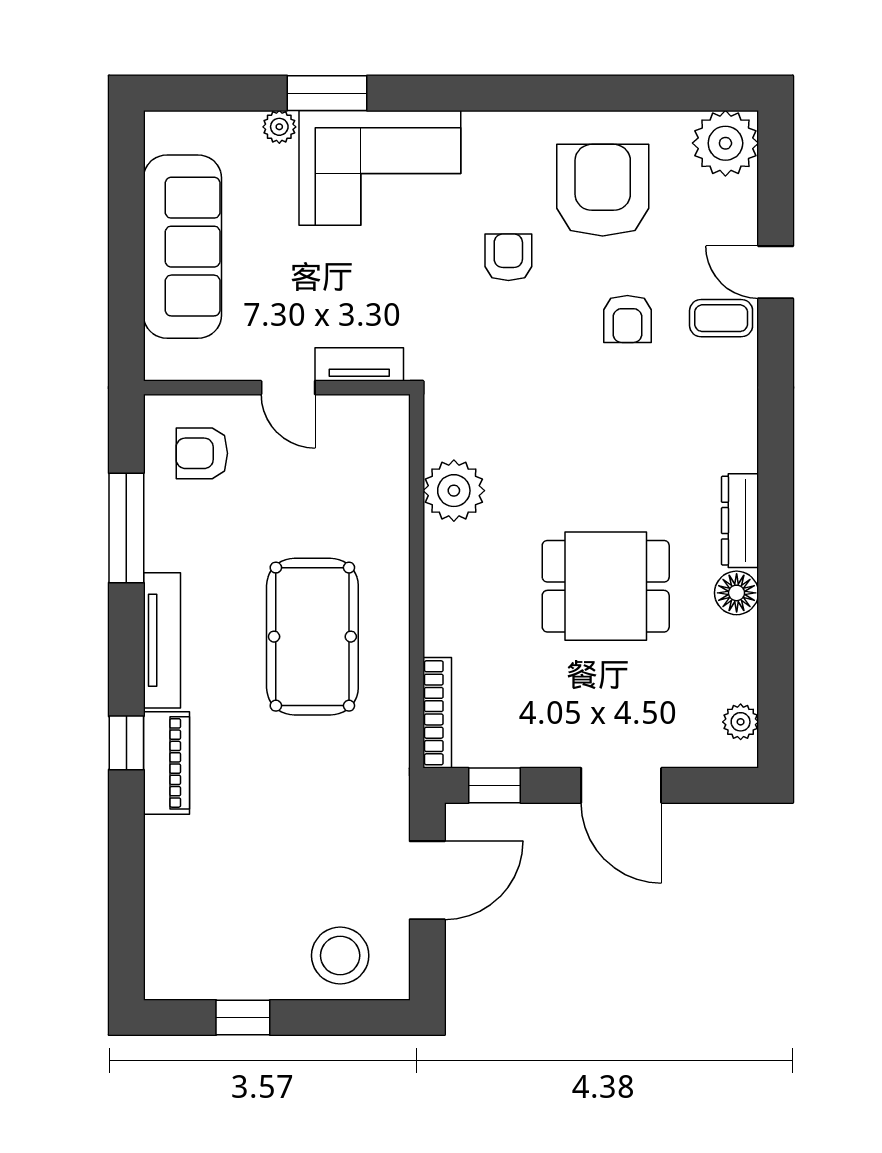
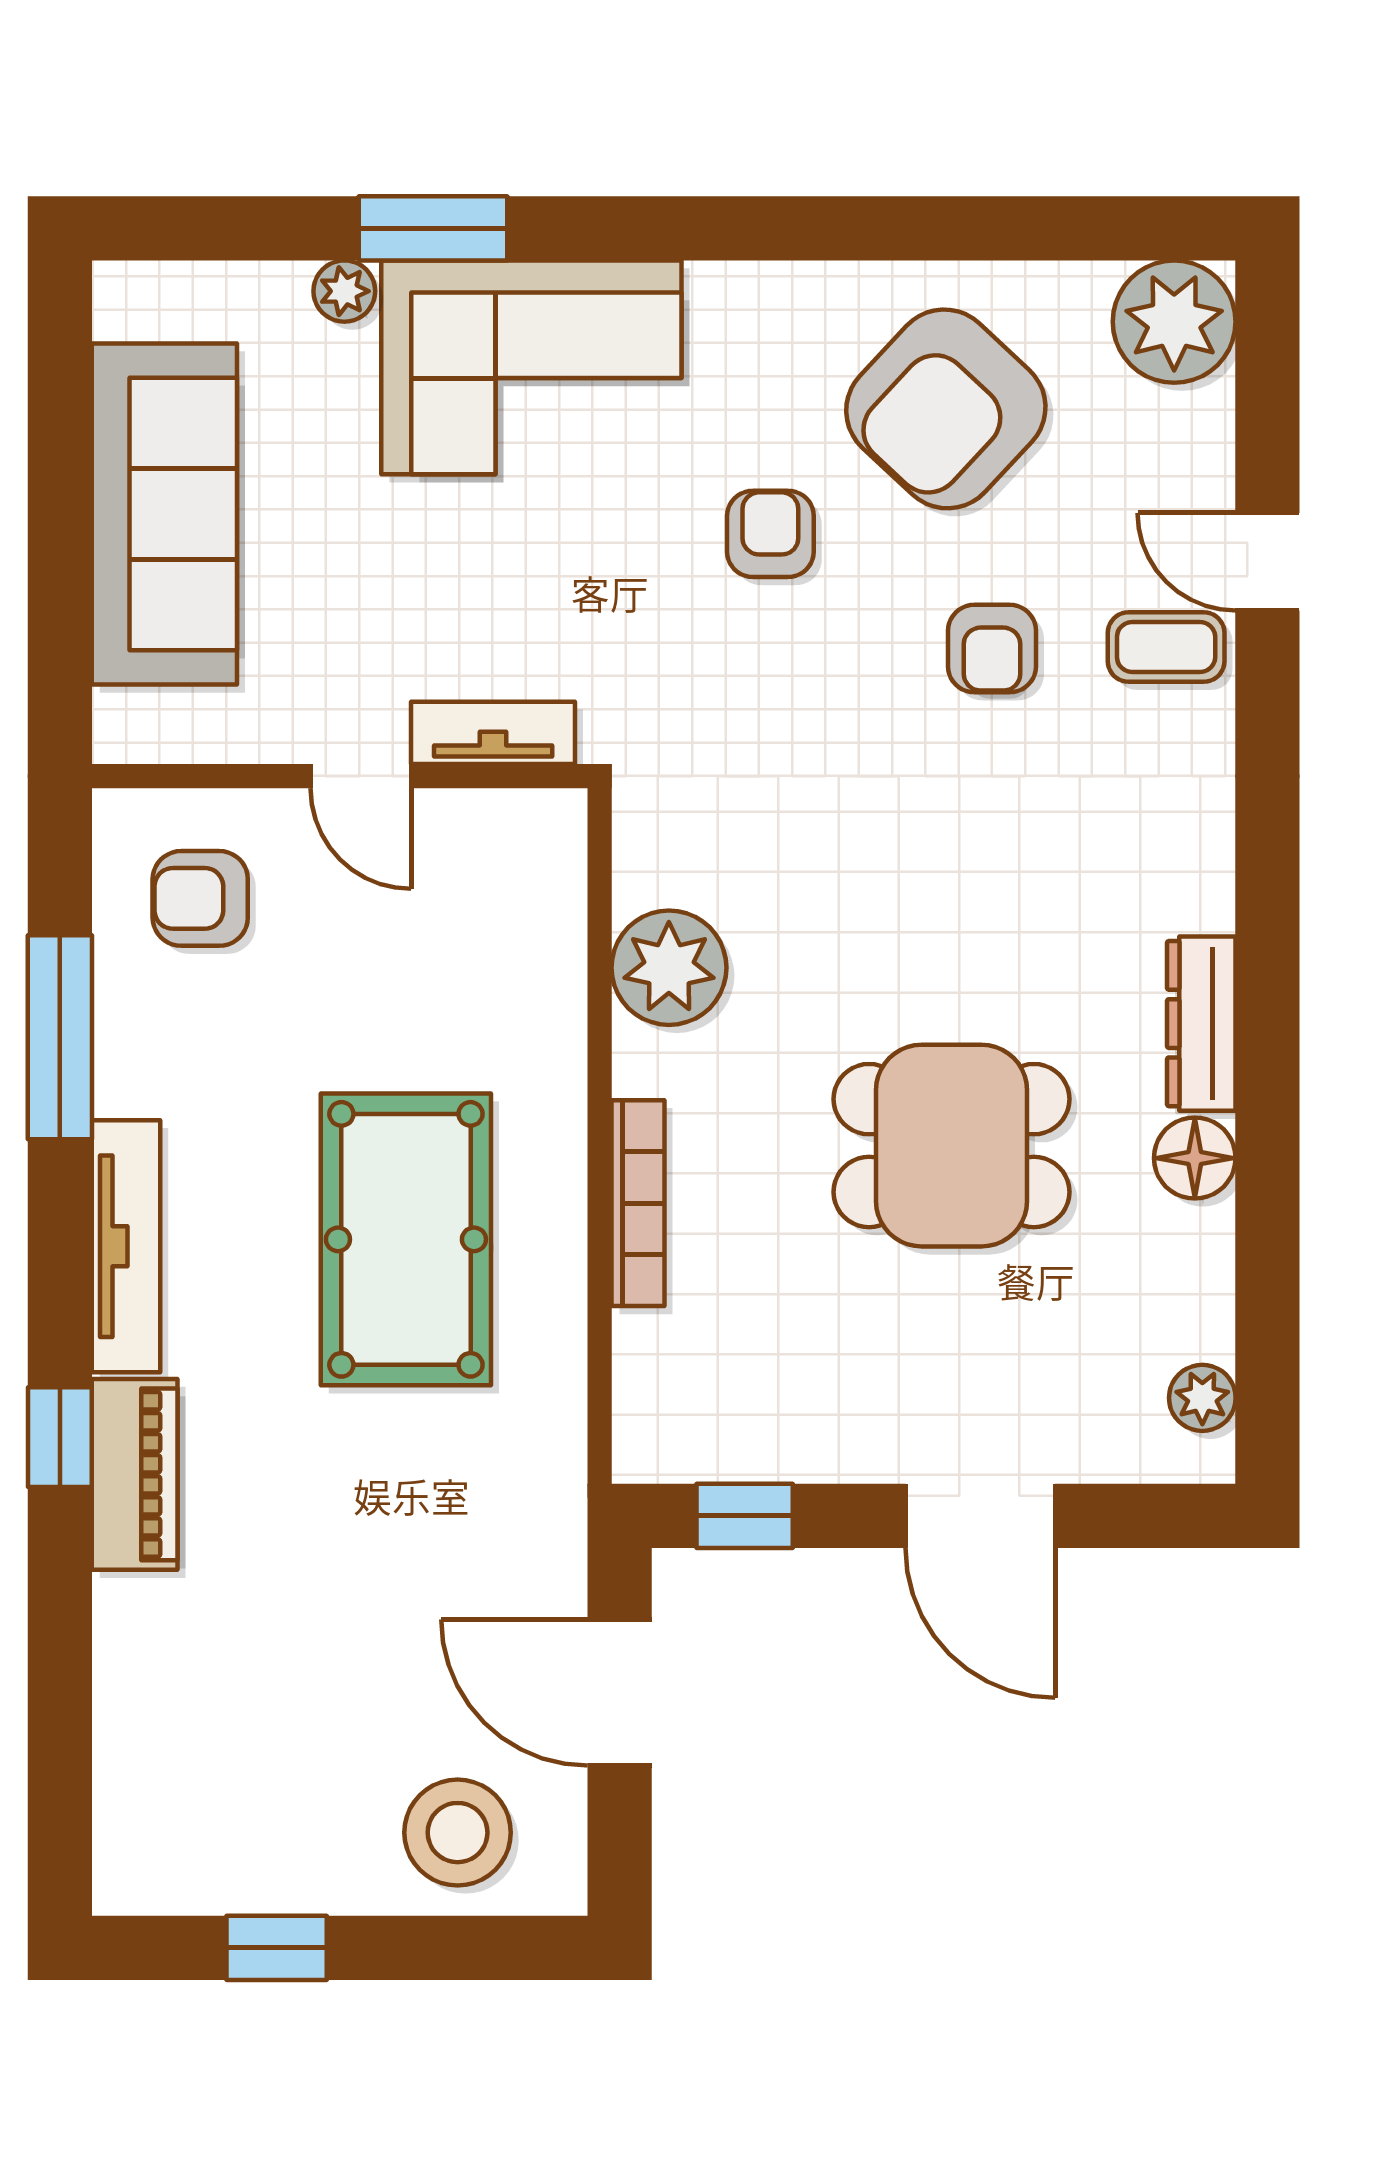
armchair: (603, 190) -> (946, 409), turned -137
bookcase: (437, 713) -> (638, 1203), moved
door: (427, 880) -> (620, 1693), swing flipped

